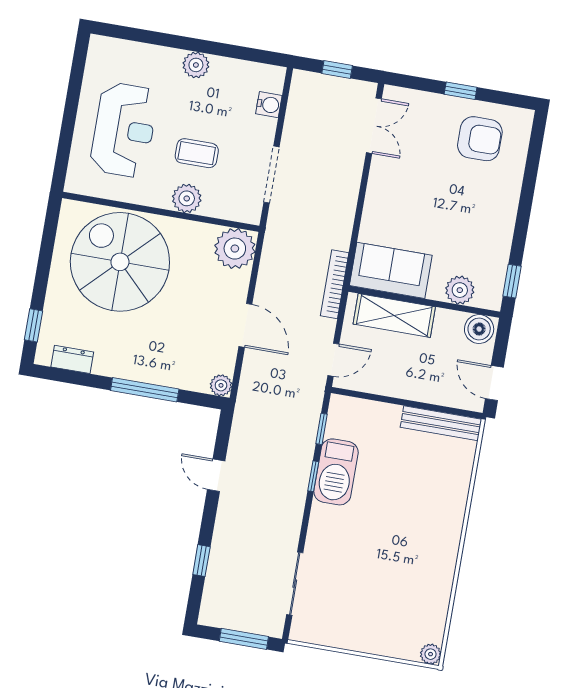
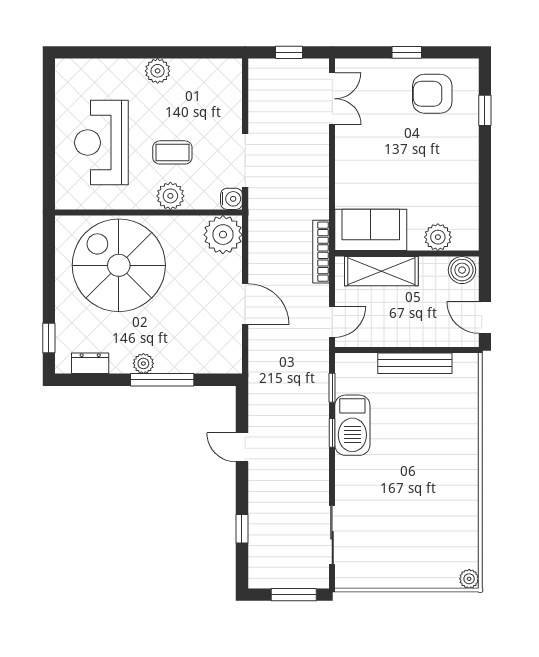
water cooler: (269, 105) -> (231, 199), moved
reception desk: (124, 130) -> (101, 143), turned 180
armchair: (480, 139) -> (432, 94), turned 180
window: (512, 281) -> (485, 110), moved
plant: (221, 385) -> (143, 363), moved
bench: (441, 423) -> (415, 363), moved

